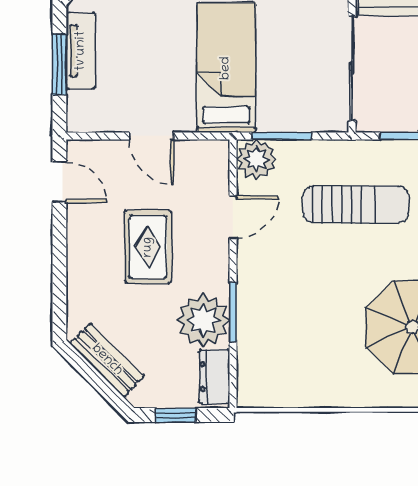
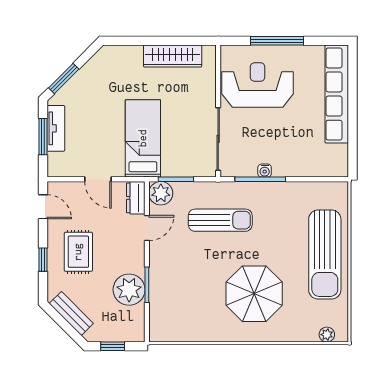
rug: (148, 247) -> (78, 252), moved
window: (59, 270) -> (43, 260), added
dresser: (214, 377) -> (136, 198), moved

